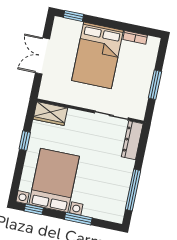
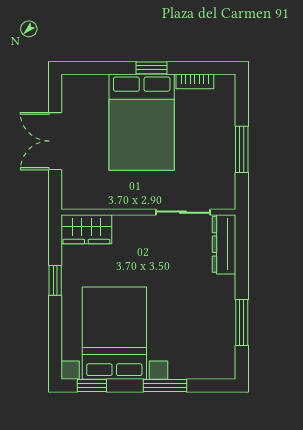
window: (73, 16) -> (151, 68), moved
window: (133, 190) -> (242, 323), width x0.69

